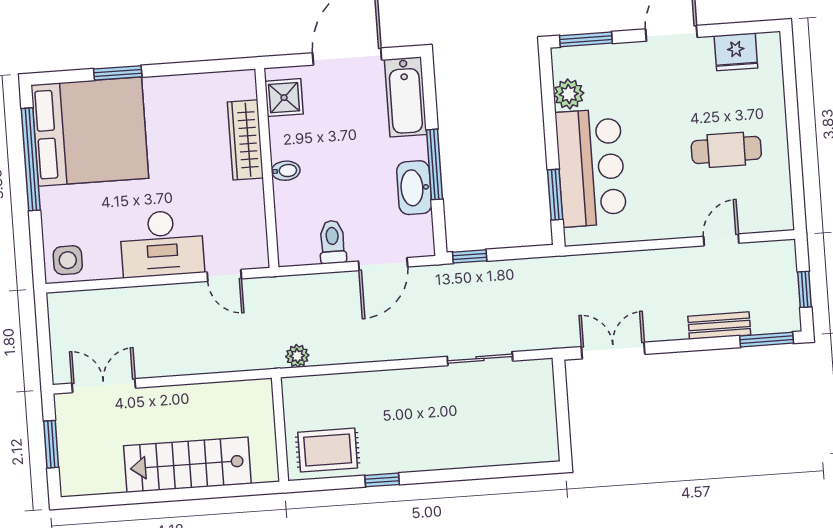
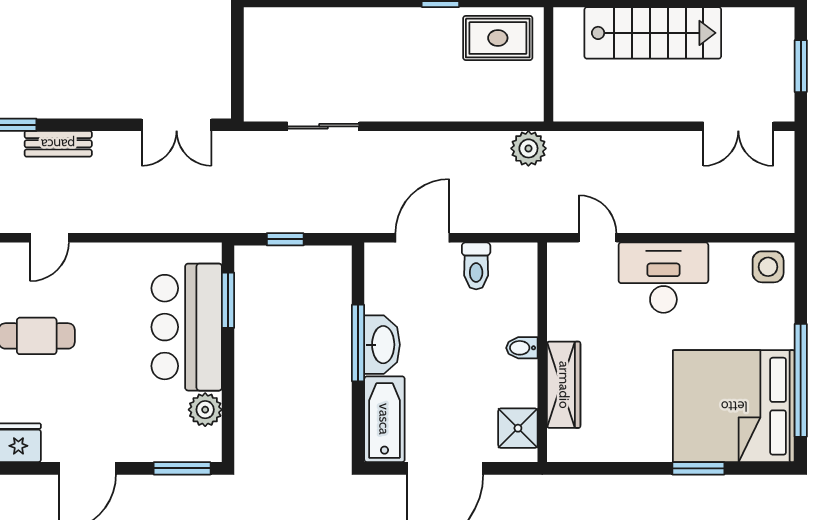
washbasin: (414, 188) -> (382, 345), moved
window: (470, 256) -> (285, 239), moved
plant: (297, 356) -> (528, 148), width x1.38, depth x1.38

